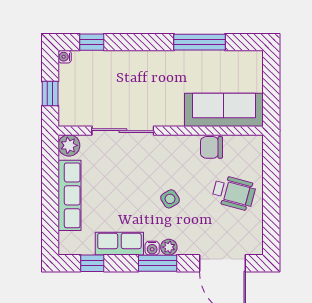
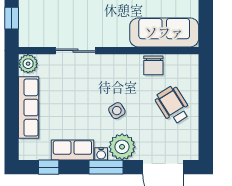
sliding door: (123, 131) -> (75, 51), width x0.73
chair: (212, 147) -> (153, 65), turned -90
wheelchair: (234, 193) -> (173, 105), turned -137
plant: (169, 247) -> (122, 147), width x1.87, depth x1.87

